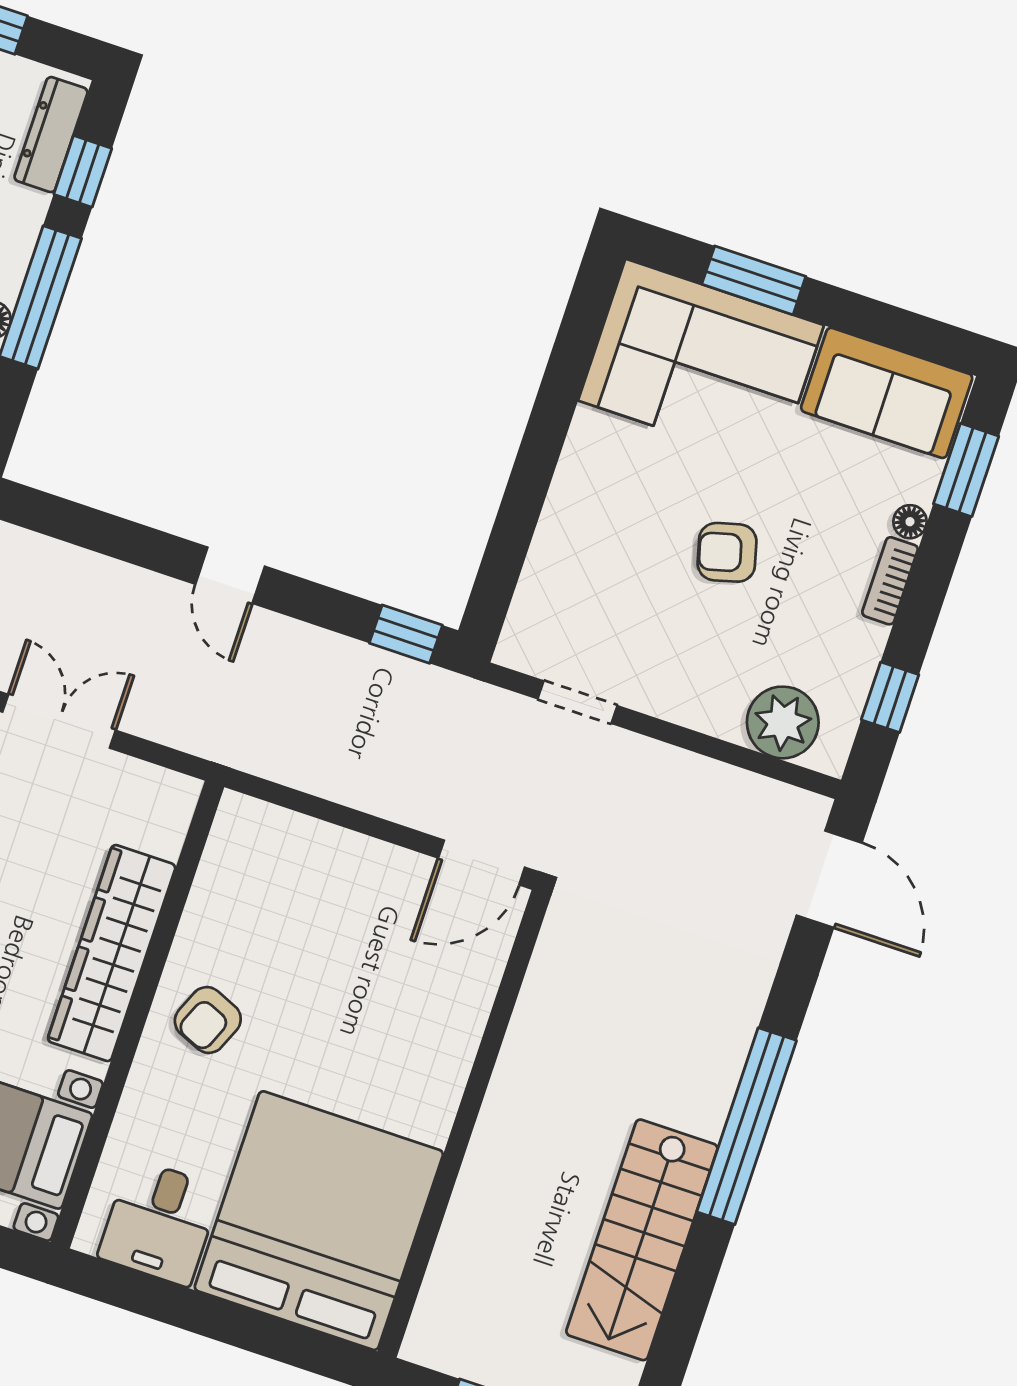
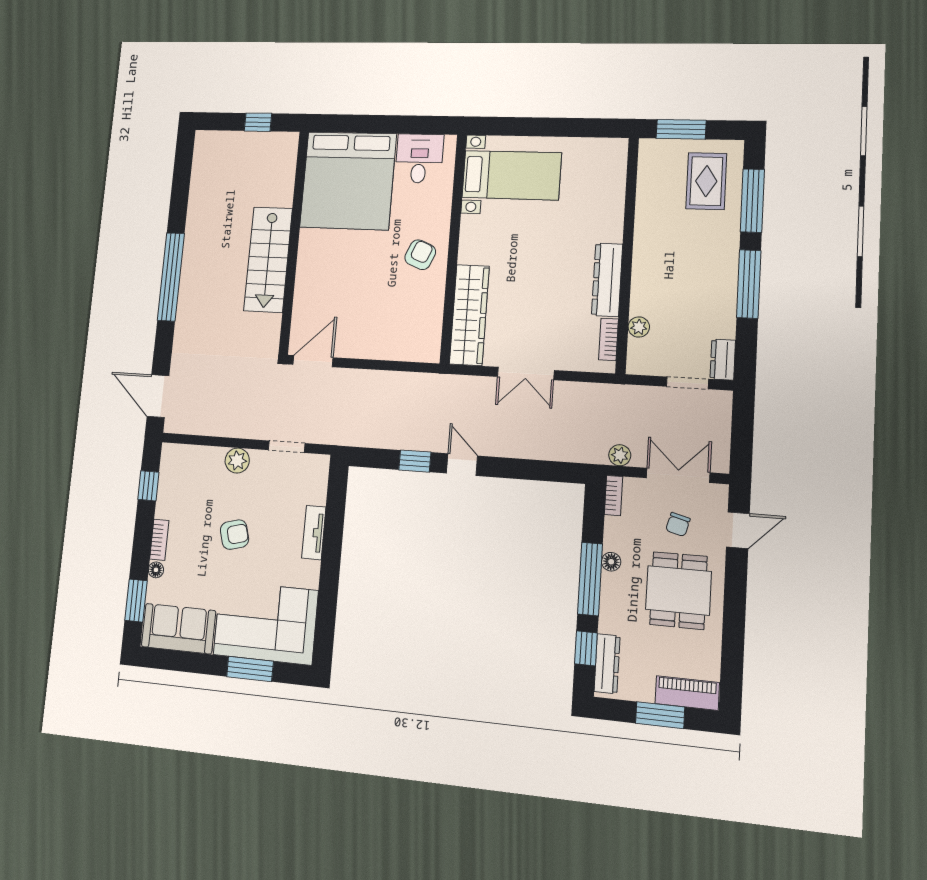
tv unit: (561, 516) -> (314, 533), added
window: (406, 634) -> (415, 461), moved
plant: (783, 722) -> (237, 461), moved, width x0.73, depth x0.73
wardrobe: (112, 953) -> (469, 315), moved
stairs: (642, 1240) -> (268, 259), moved, turned 180

